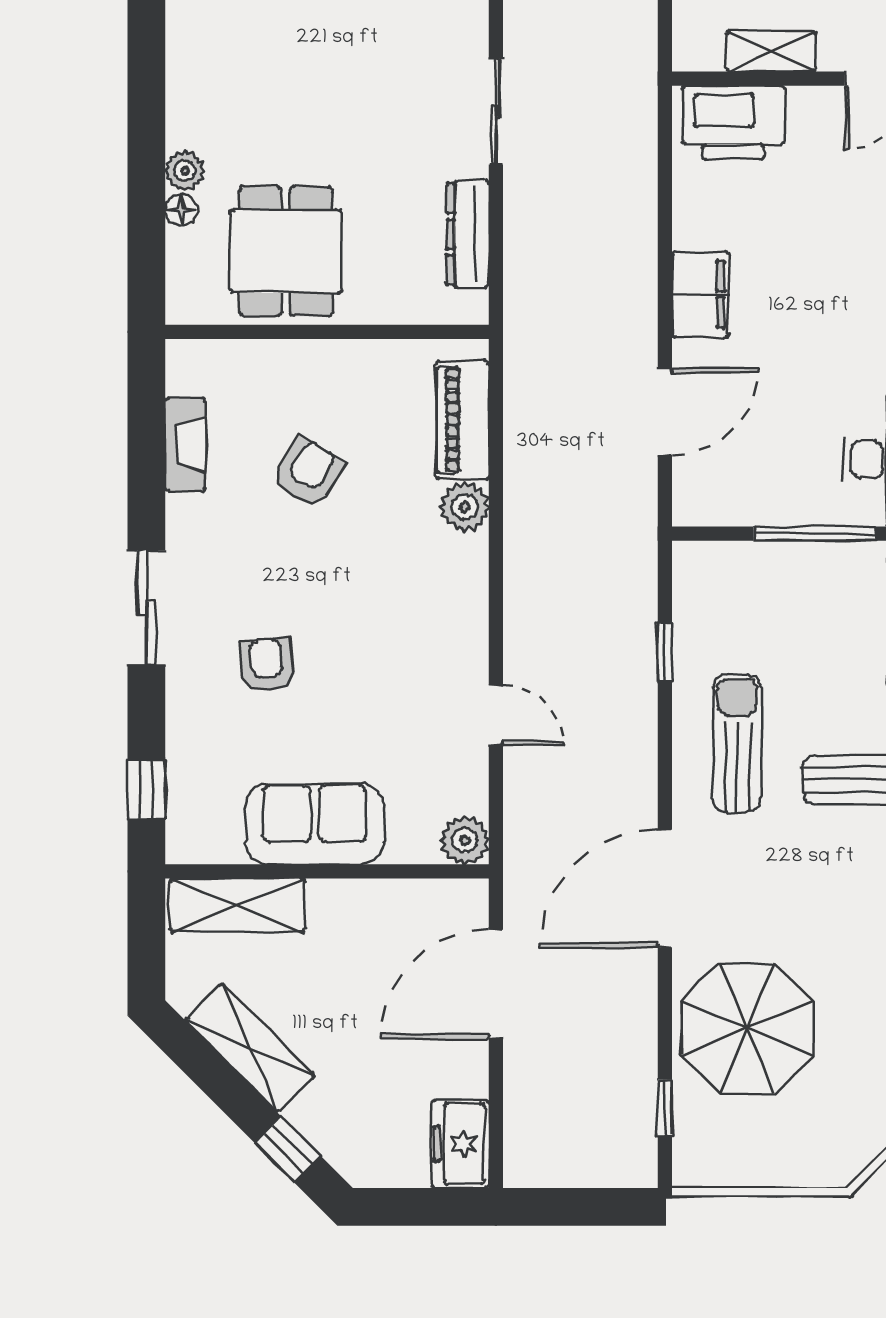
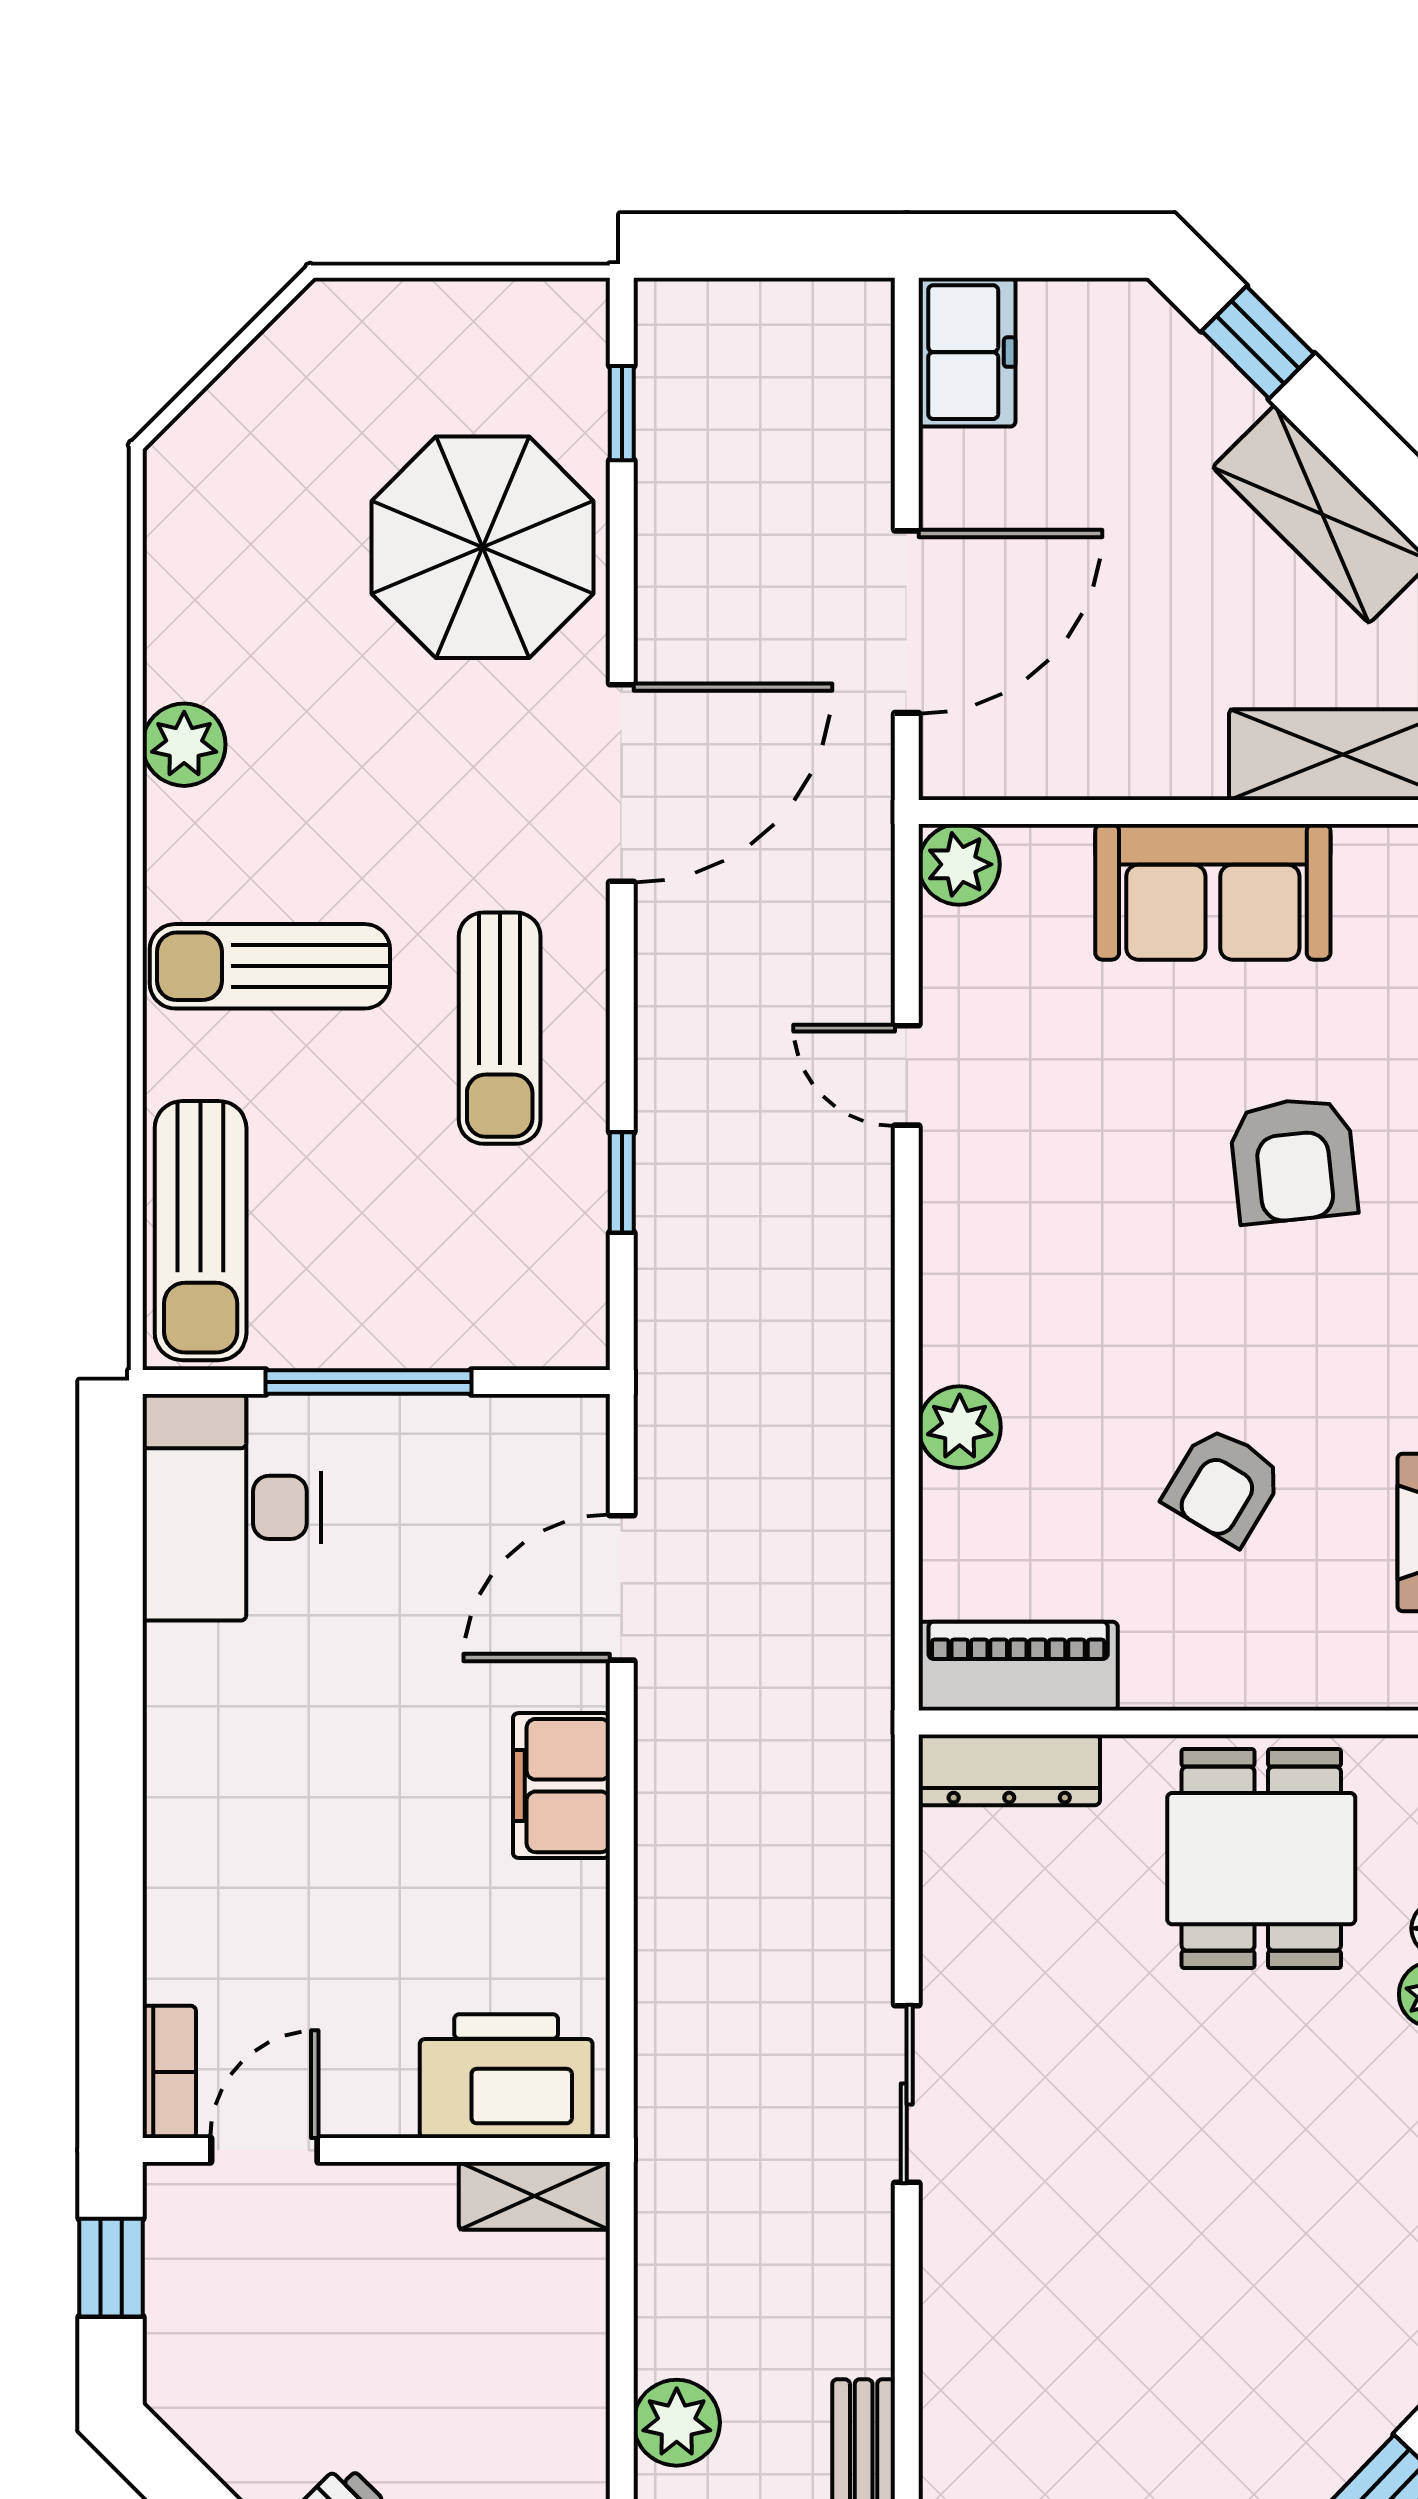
shelving: (771, 51) -> (534, 2196), moved
dresser: (468, 234) -> (1009, 1770), moved, turned 90
piano: (463, 420) -> (1018, 1666), moved, turned -90
armchair: (267, 665) -> (1293, 1160), width x1.38, depth x1.38

